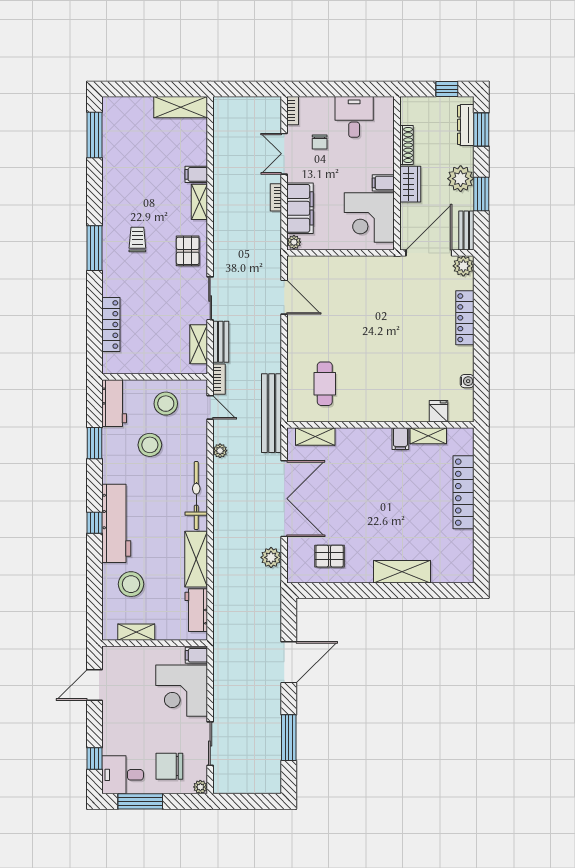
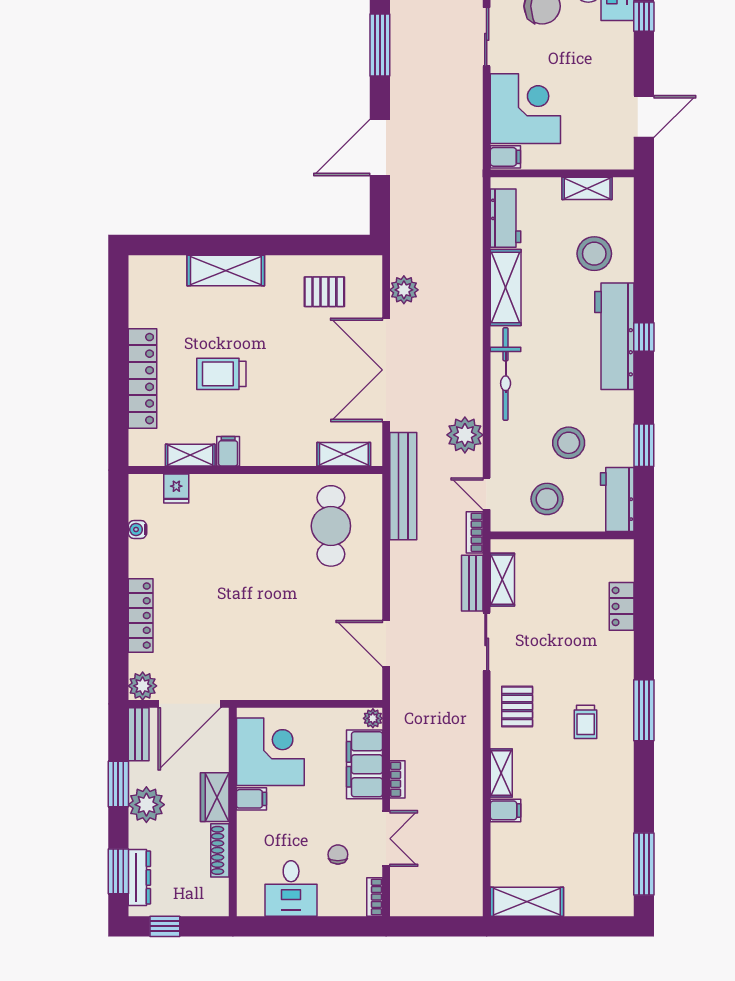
locker: (111, 325) -> (622, 606), width x0.66
cafe table: (325, 384) -> (331, 526), width x1.37, depth x1.35
plant: (220, 451) -> (465, 435), width x1.87, depth x1.87
trolley: (405, 496) -> (221, 374), added

